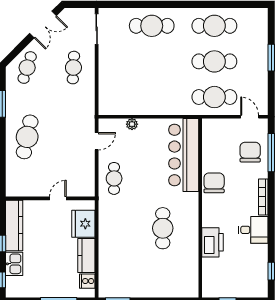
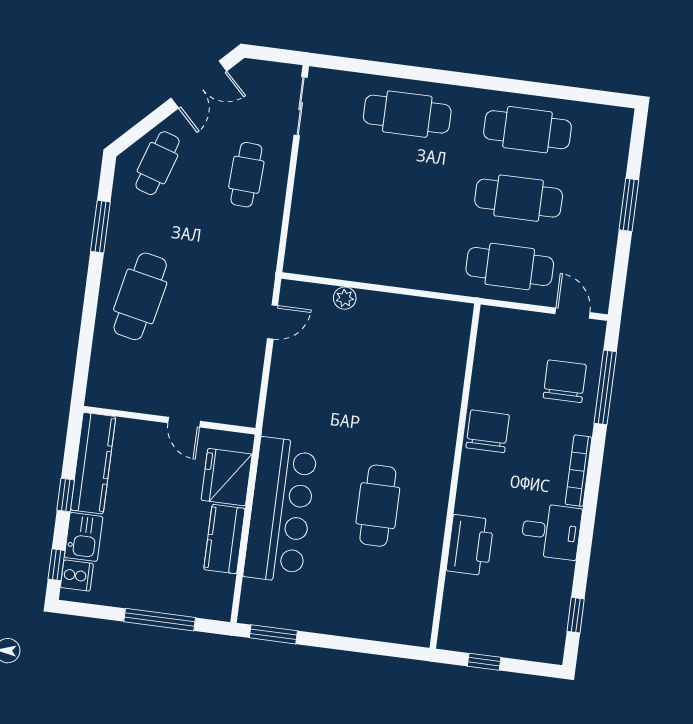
bar counter: (184, 155) -> (280, 510), moved, turned 180
cafe table: (114, 178) -> (297, 398), removed
door: (58, 198) -> (184, 422), swing flipped
cooker: (87, 281) -> (77, 576), moved, turned 180

